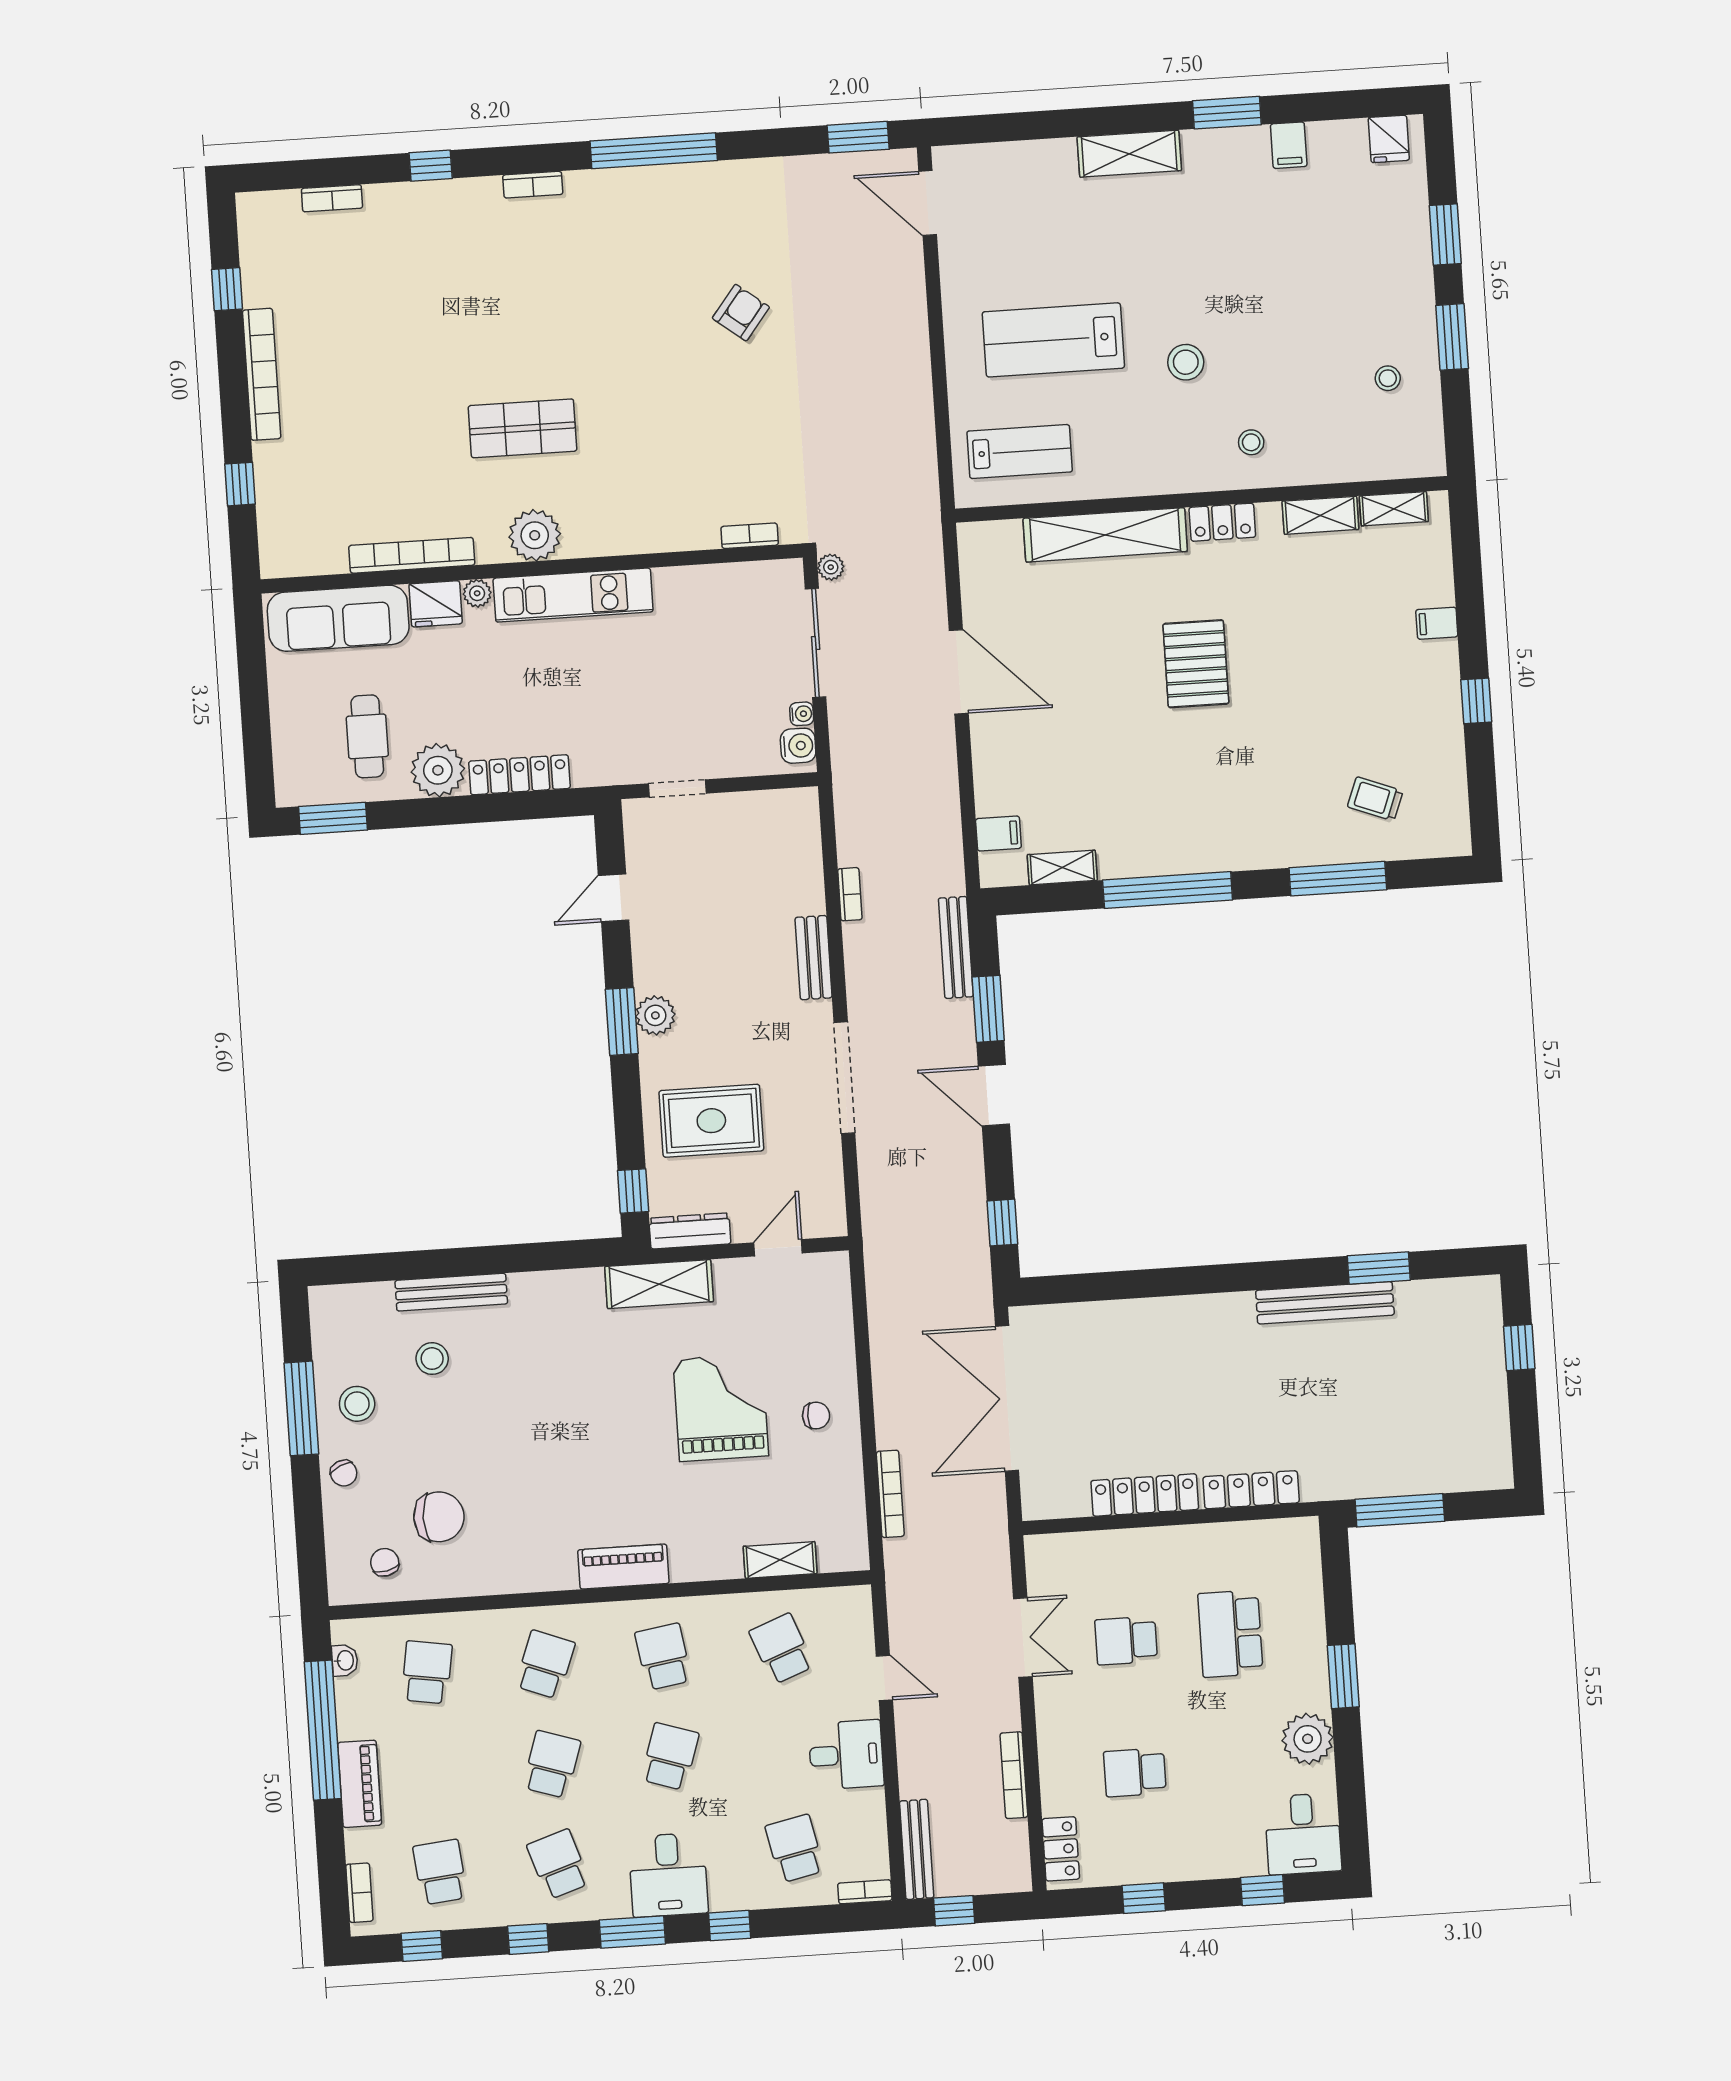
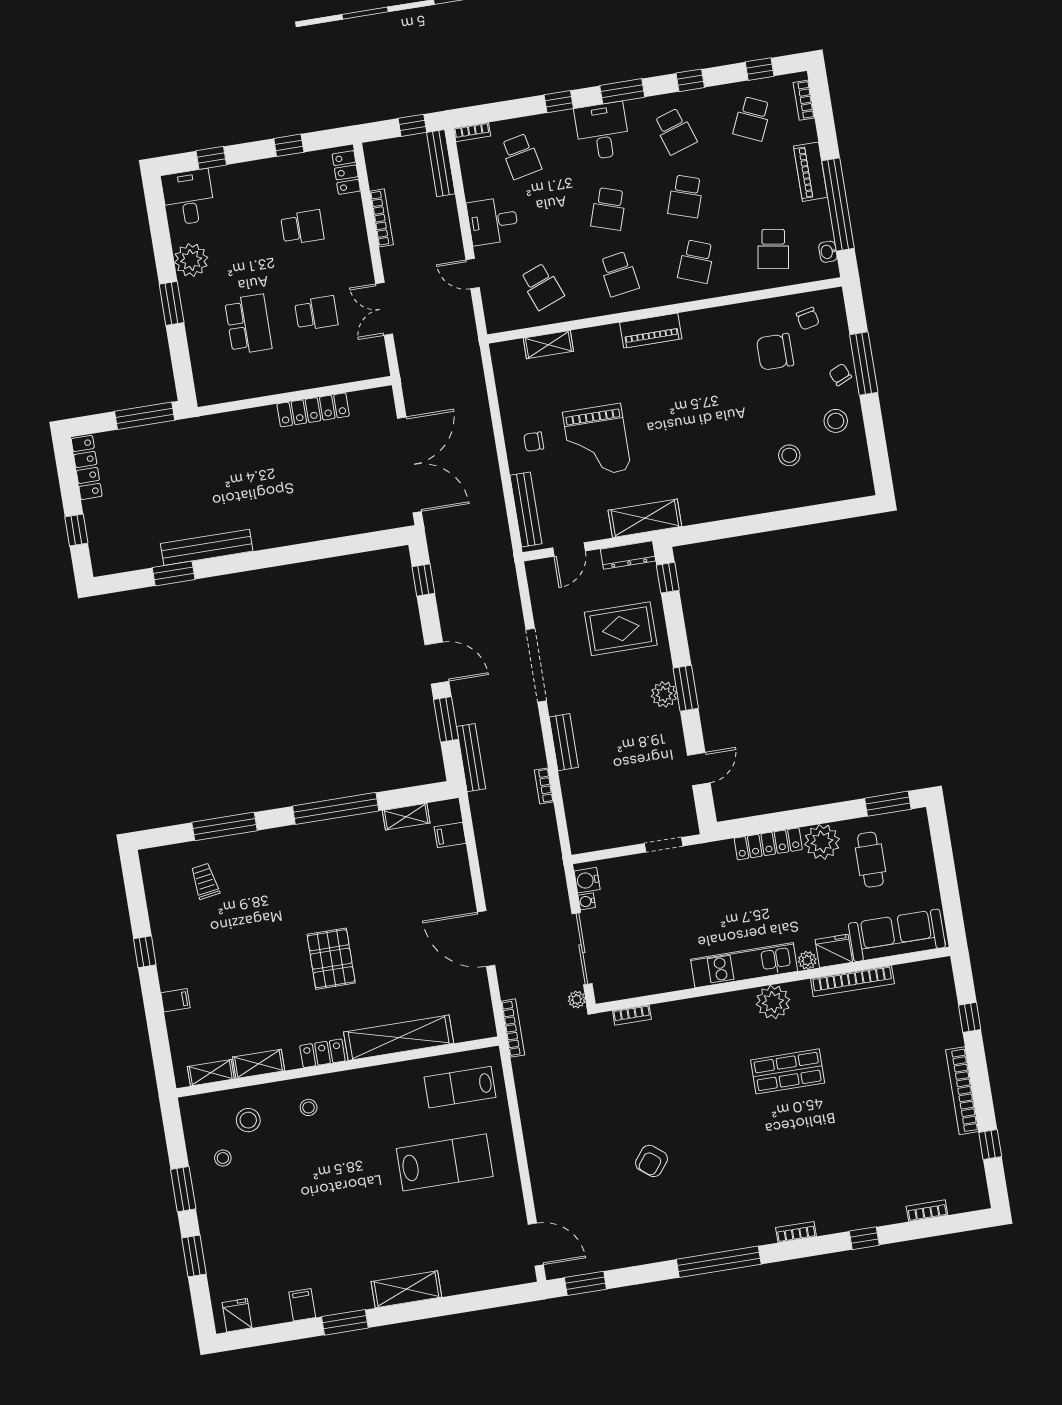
stool: (1186, 362) -> (248, 1120), moved
trolley: (1375, 799) -> (205, 881), turned -120
bench: (451, 1292) -> (526, 510), moved, turned 90
window: (301, 1408) -> (864, 364), moved
locker: (1251, 1490) -> (87, 467), moved, turned -90
bookcase: (890, 1494) -> (513, 1028), moved, turned 180
school desk: (440, 1872) -> (752, 119), turned 30

